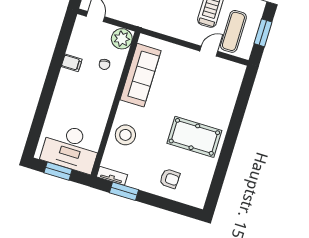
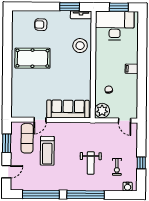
filing cabinet: (72, 63) -> (132, 69), moved
sofa: (141, 75) -> (68, 109), moved, turned 90

